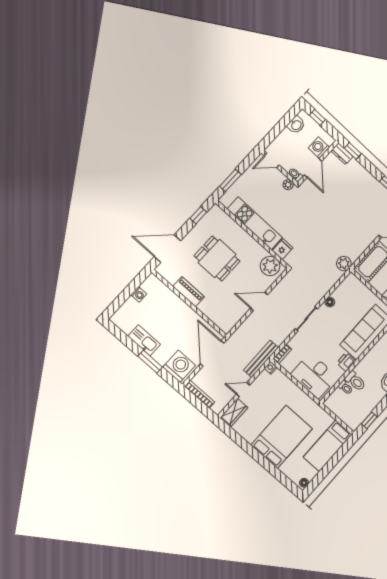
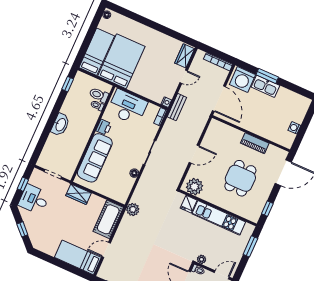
dining table: (217, 259) -> (240, 178), turned 90
kitchen sink: (144, 340) -> (265, 86), moved
bench: (261, 359) -> (177, 107), width x0.73
toilet: (355, 381) -> (99, 95), moved
bed: (282, 437) -> (121, 61), moved, turned 180

